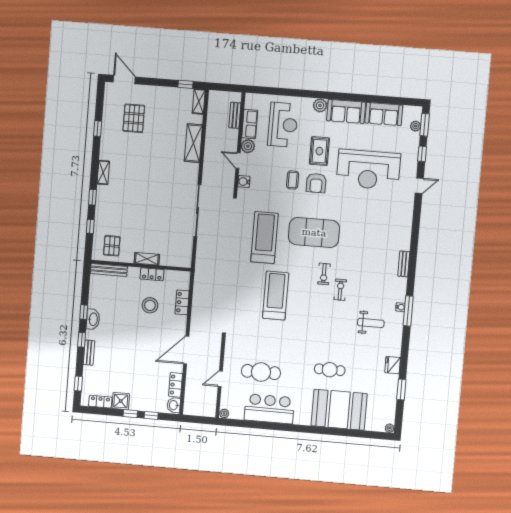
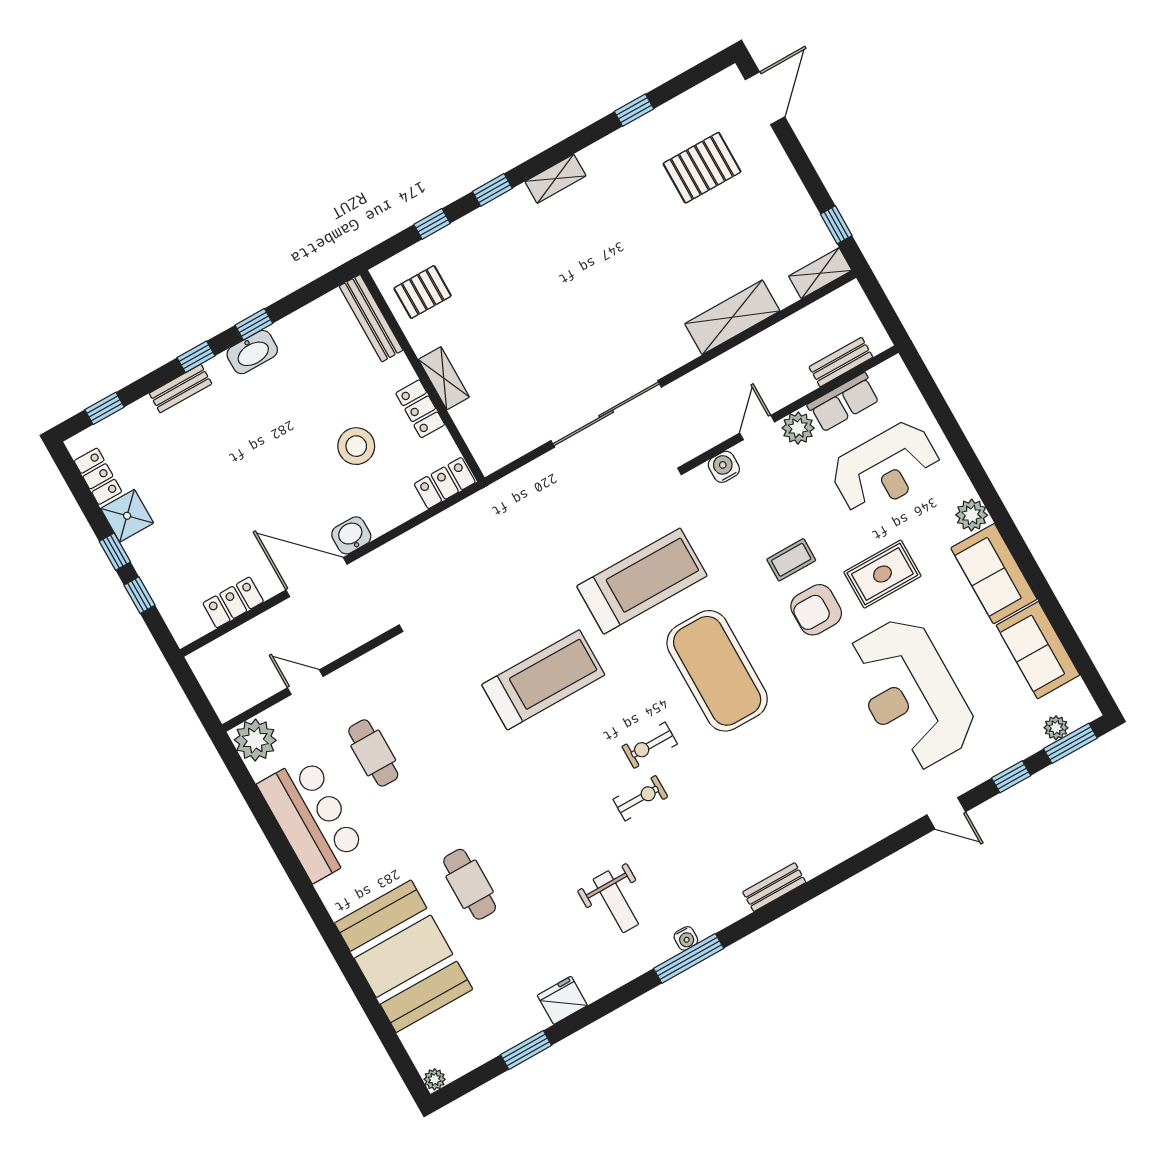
locker: (182, 302) -> (445, 483), moved
cafe table: (261, 372) -> (373, 753), width x0.73, depth x0.74
washbasin: (174, 405) -> (351, 535), moved
plant: (224, 413) -> (255, 740), width x1.87, depth x1.87

